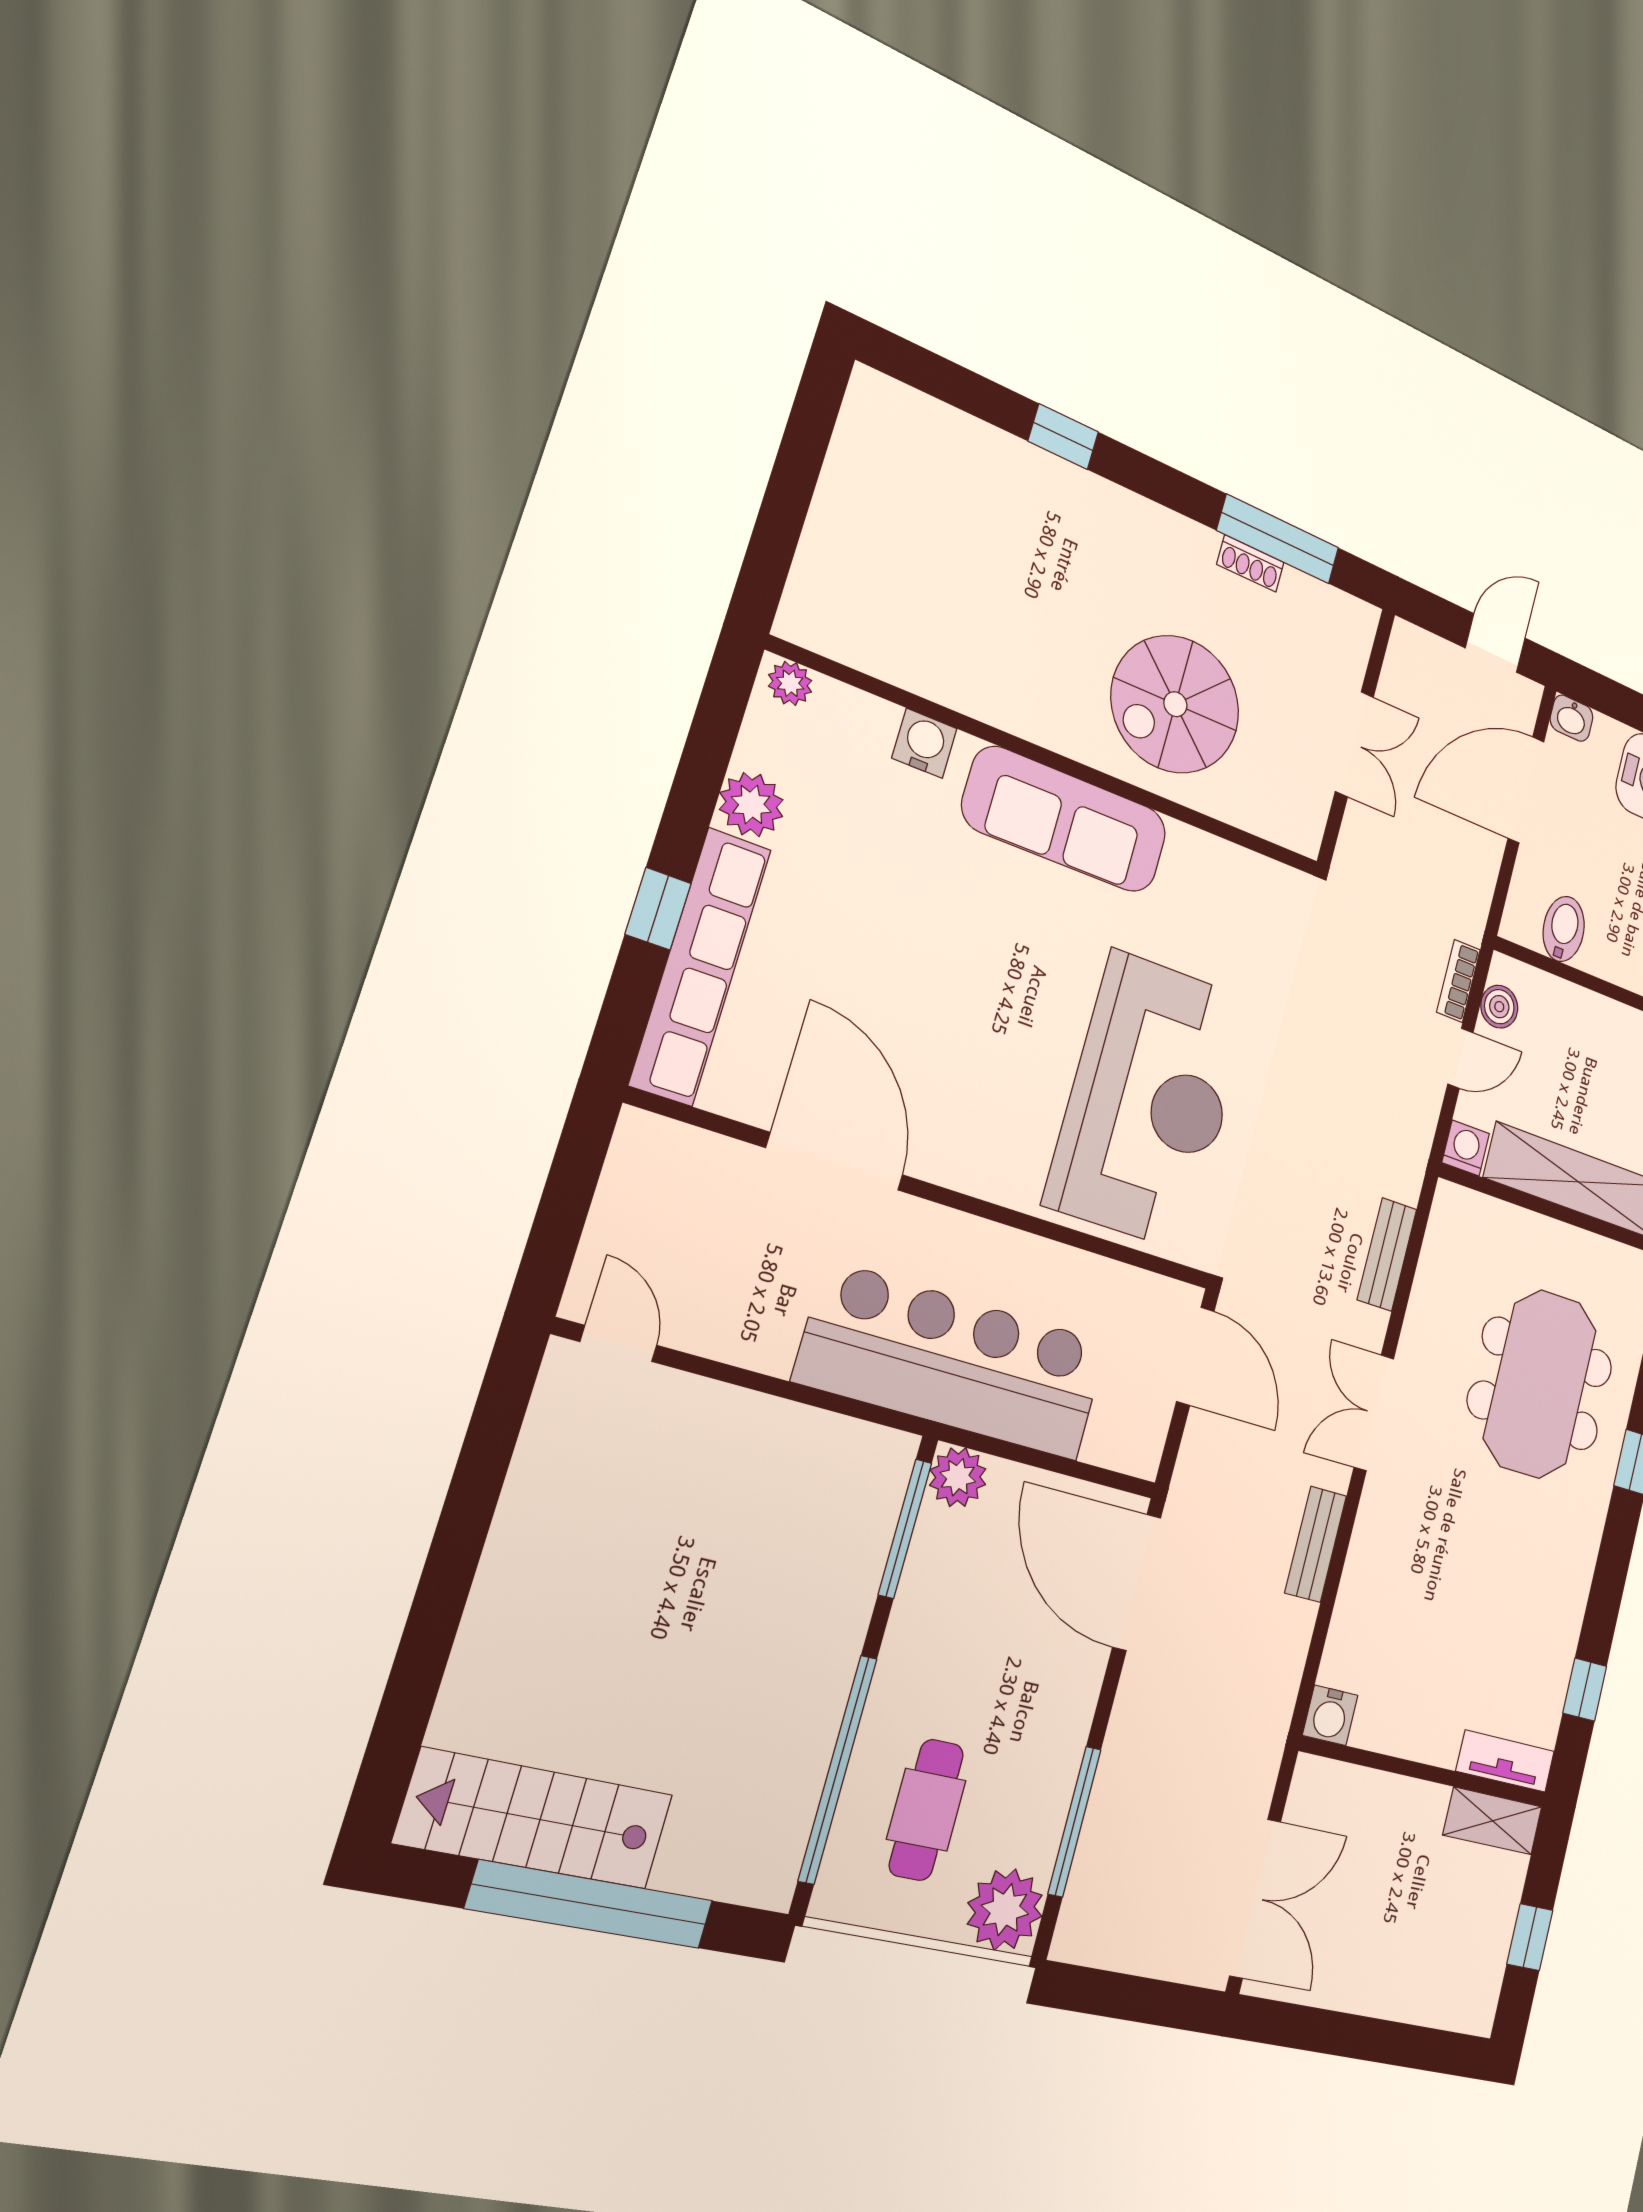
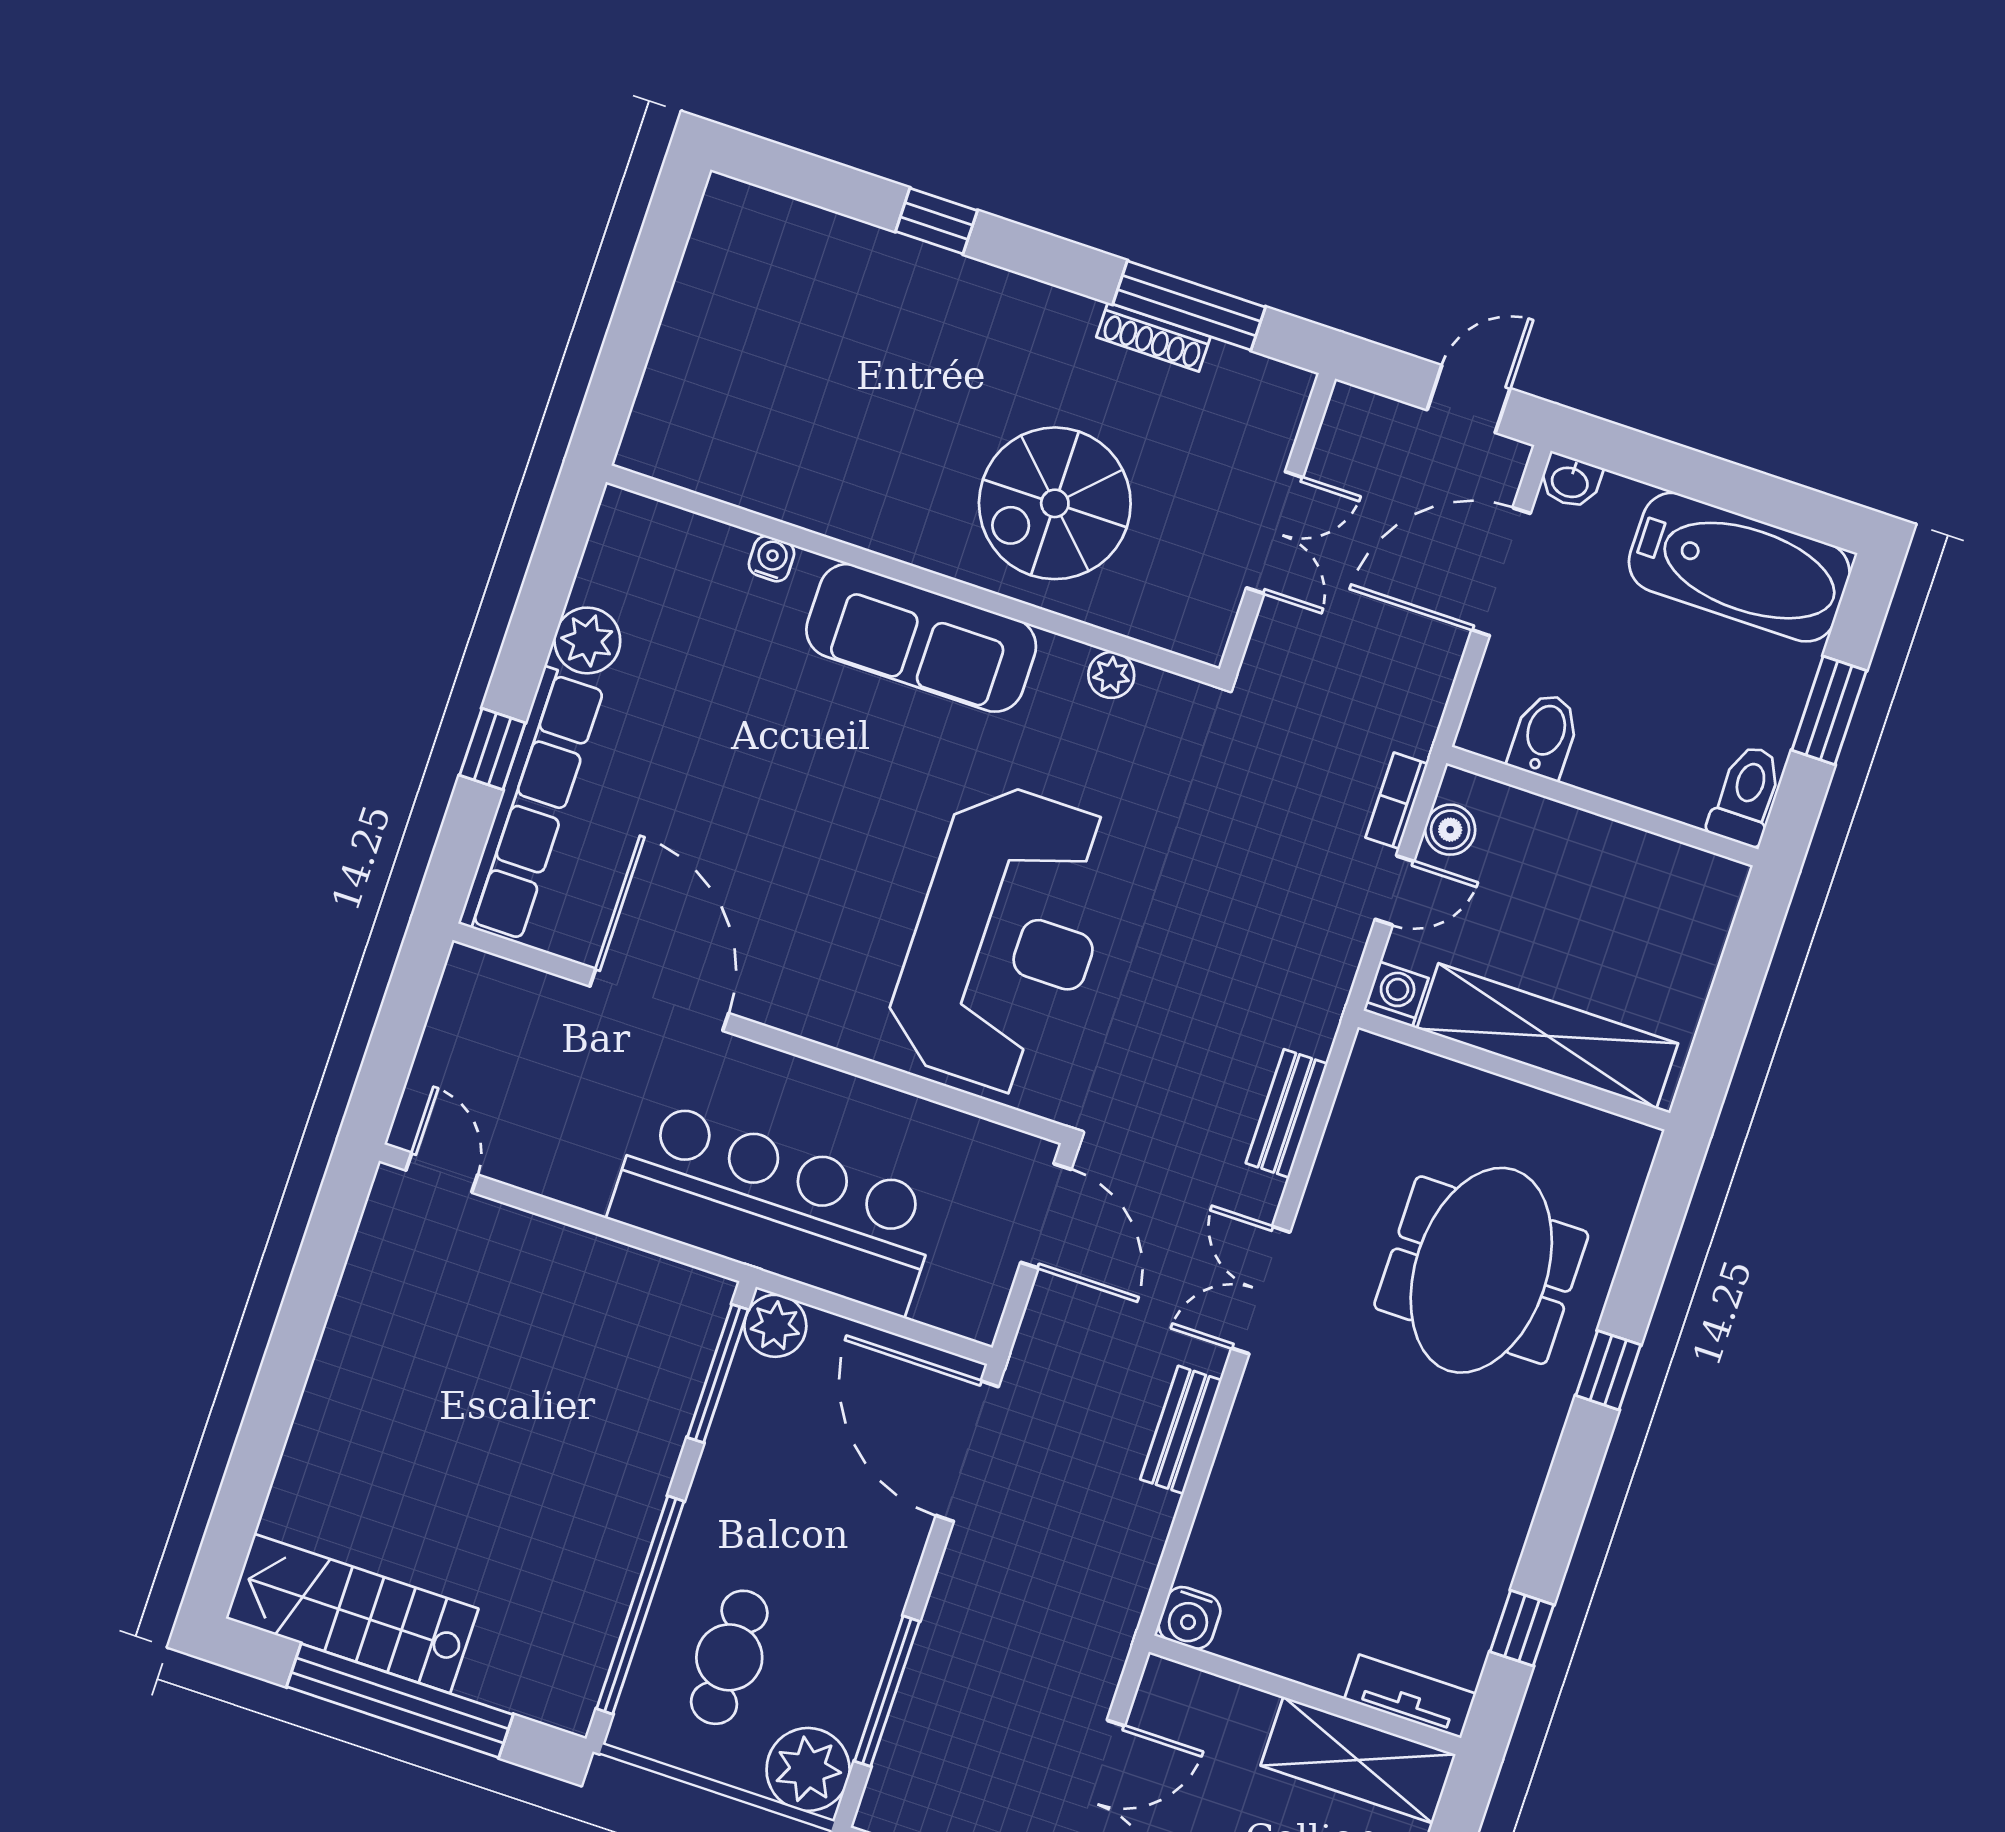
shoe rack: (1250, 563) -> (1153, 337), width x1.43
plant: (790, 683) -> (1111, 675), moved
water cooler: (924, 743) -> (772, 559), width x0.72, depth x0.72
shelving: (1493, 1821) -> (1358, 1760), width x1.50, depth x1.33

